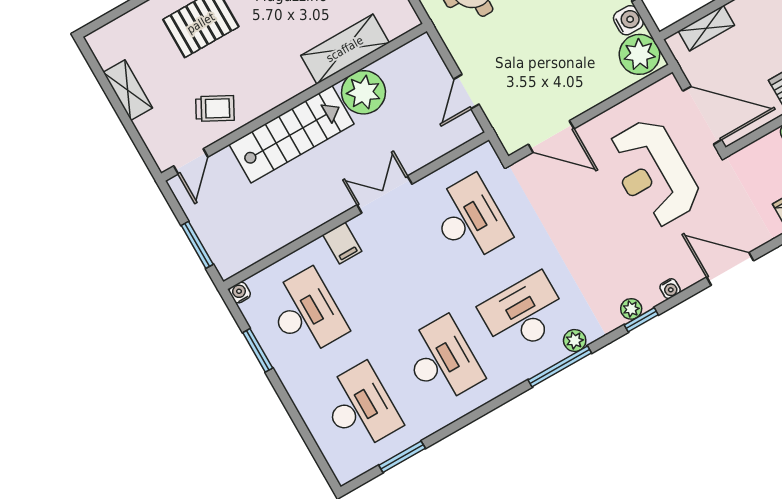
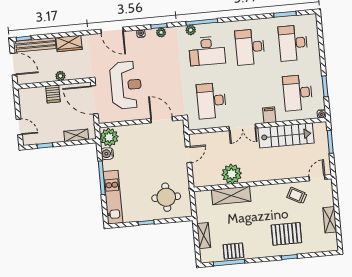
stairs: (292, 134) -> (286, 135), moved, turned 180

